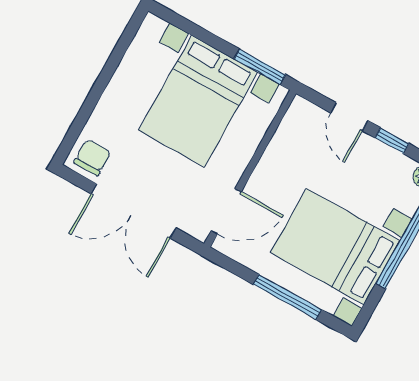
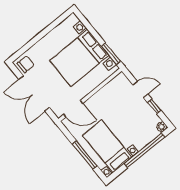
door: (349, 117) -> (140, 89), swing flipped
bed with nightstands: (335, 247) -> (107, 146), width x0.73

